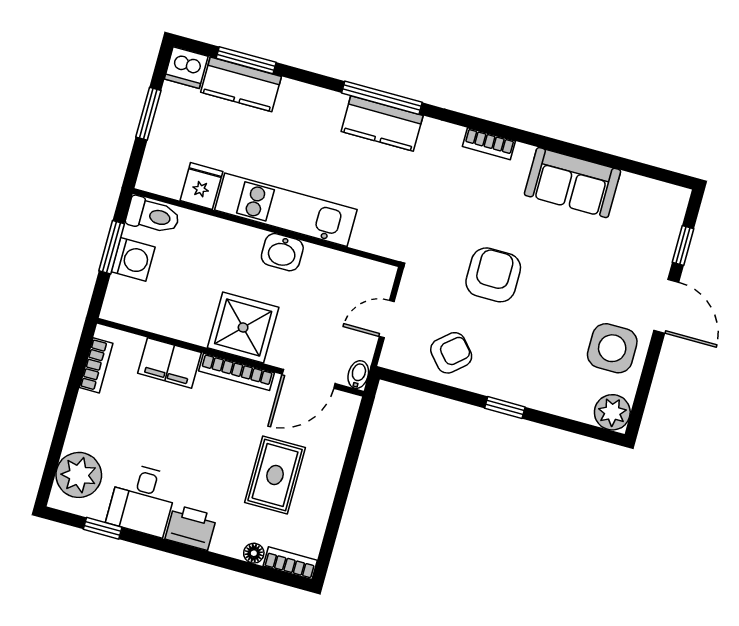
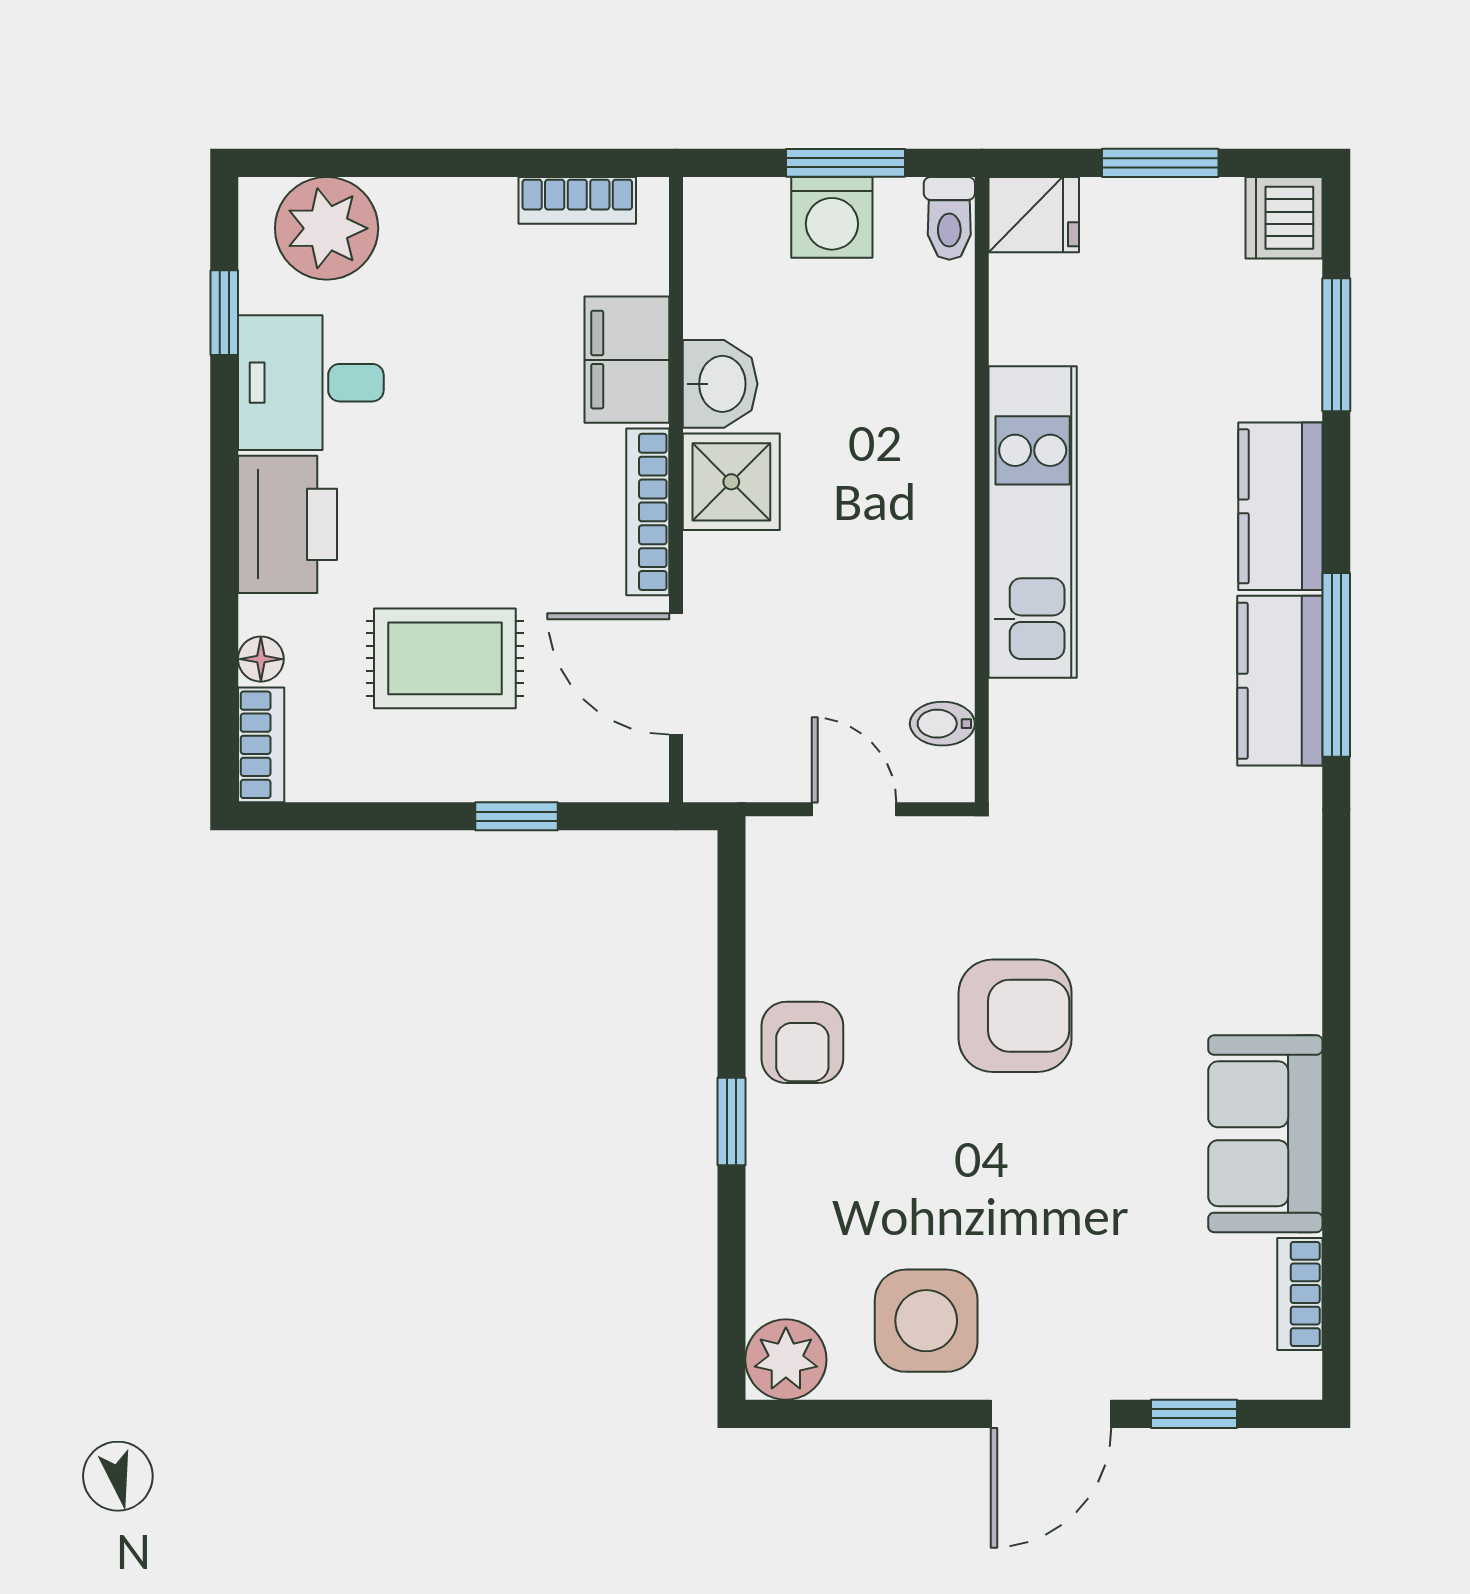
kitchen counter: (241, 84) -> (1280, 506), moved
bookcase: (489, 144) -> (1300, 1294), moved
fridge: (201, 186) -> (1034, 215), moved
toilet: (153, 216) -> (949, 218), width x0.73, depth x0.72
washbasin: (282, 252) -> (720, 384), moved, turned 180
shower: (243, 327) -> (731, 482), width x0.73, depth x0.73
armchair: (451, 353) -> (802, 1042), moved, turned 41
bidet: (358, 375) -> (942, 724), moved, turned 180
window: (350, 463) -> (516, 816), added
printer: (191, 527) -> (287, 524), width x1.37, depth x1.19

